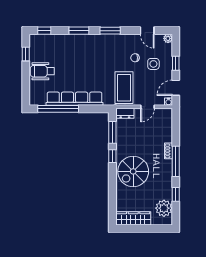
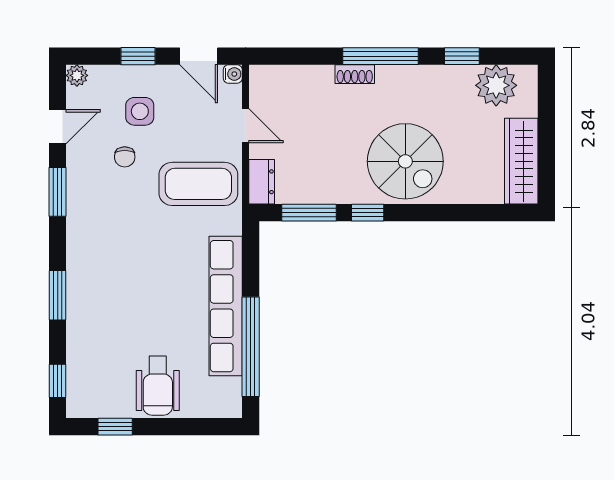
window: (110, 31) -> (58, 192), moved

